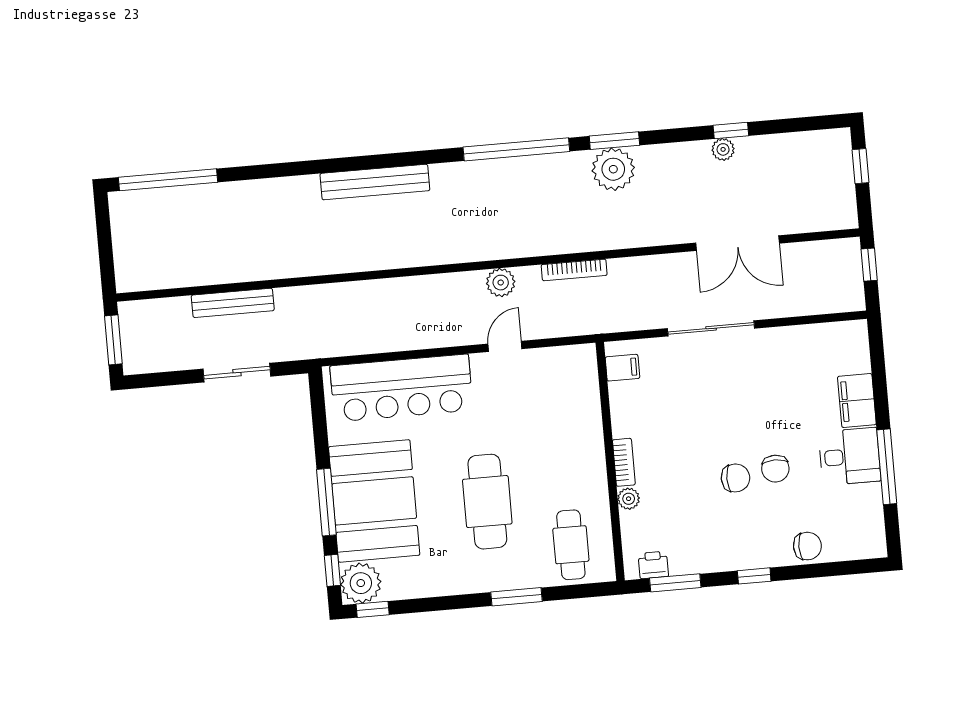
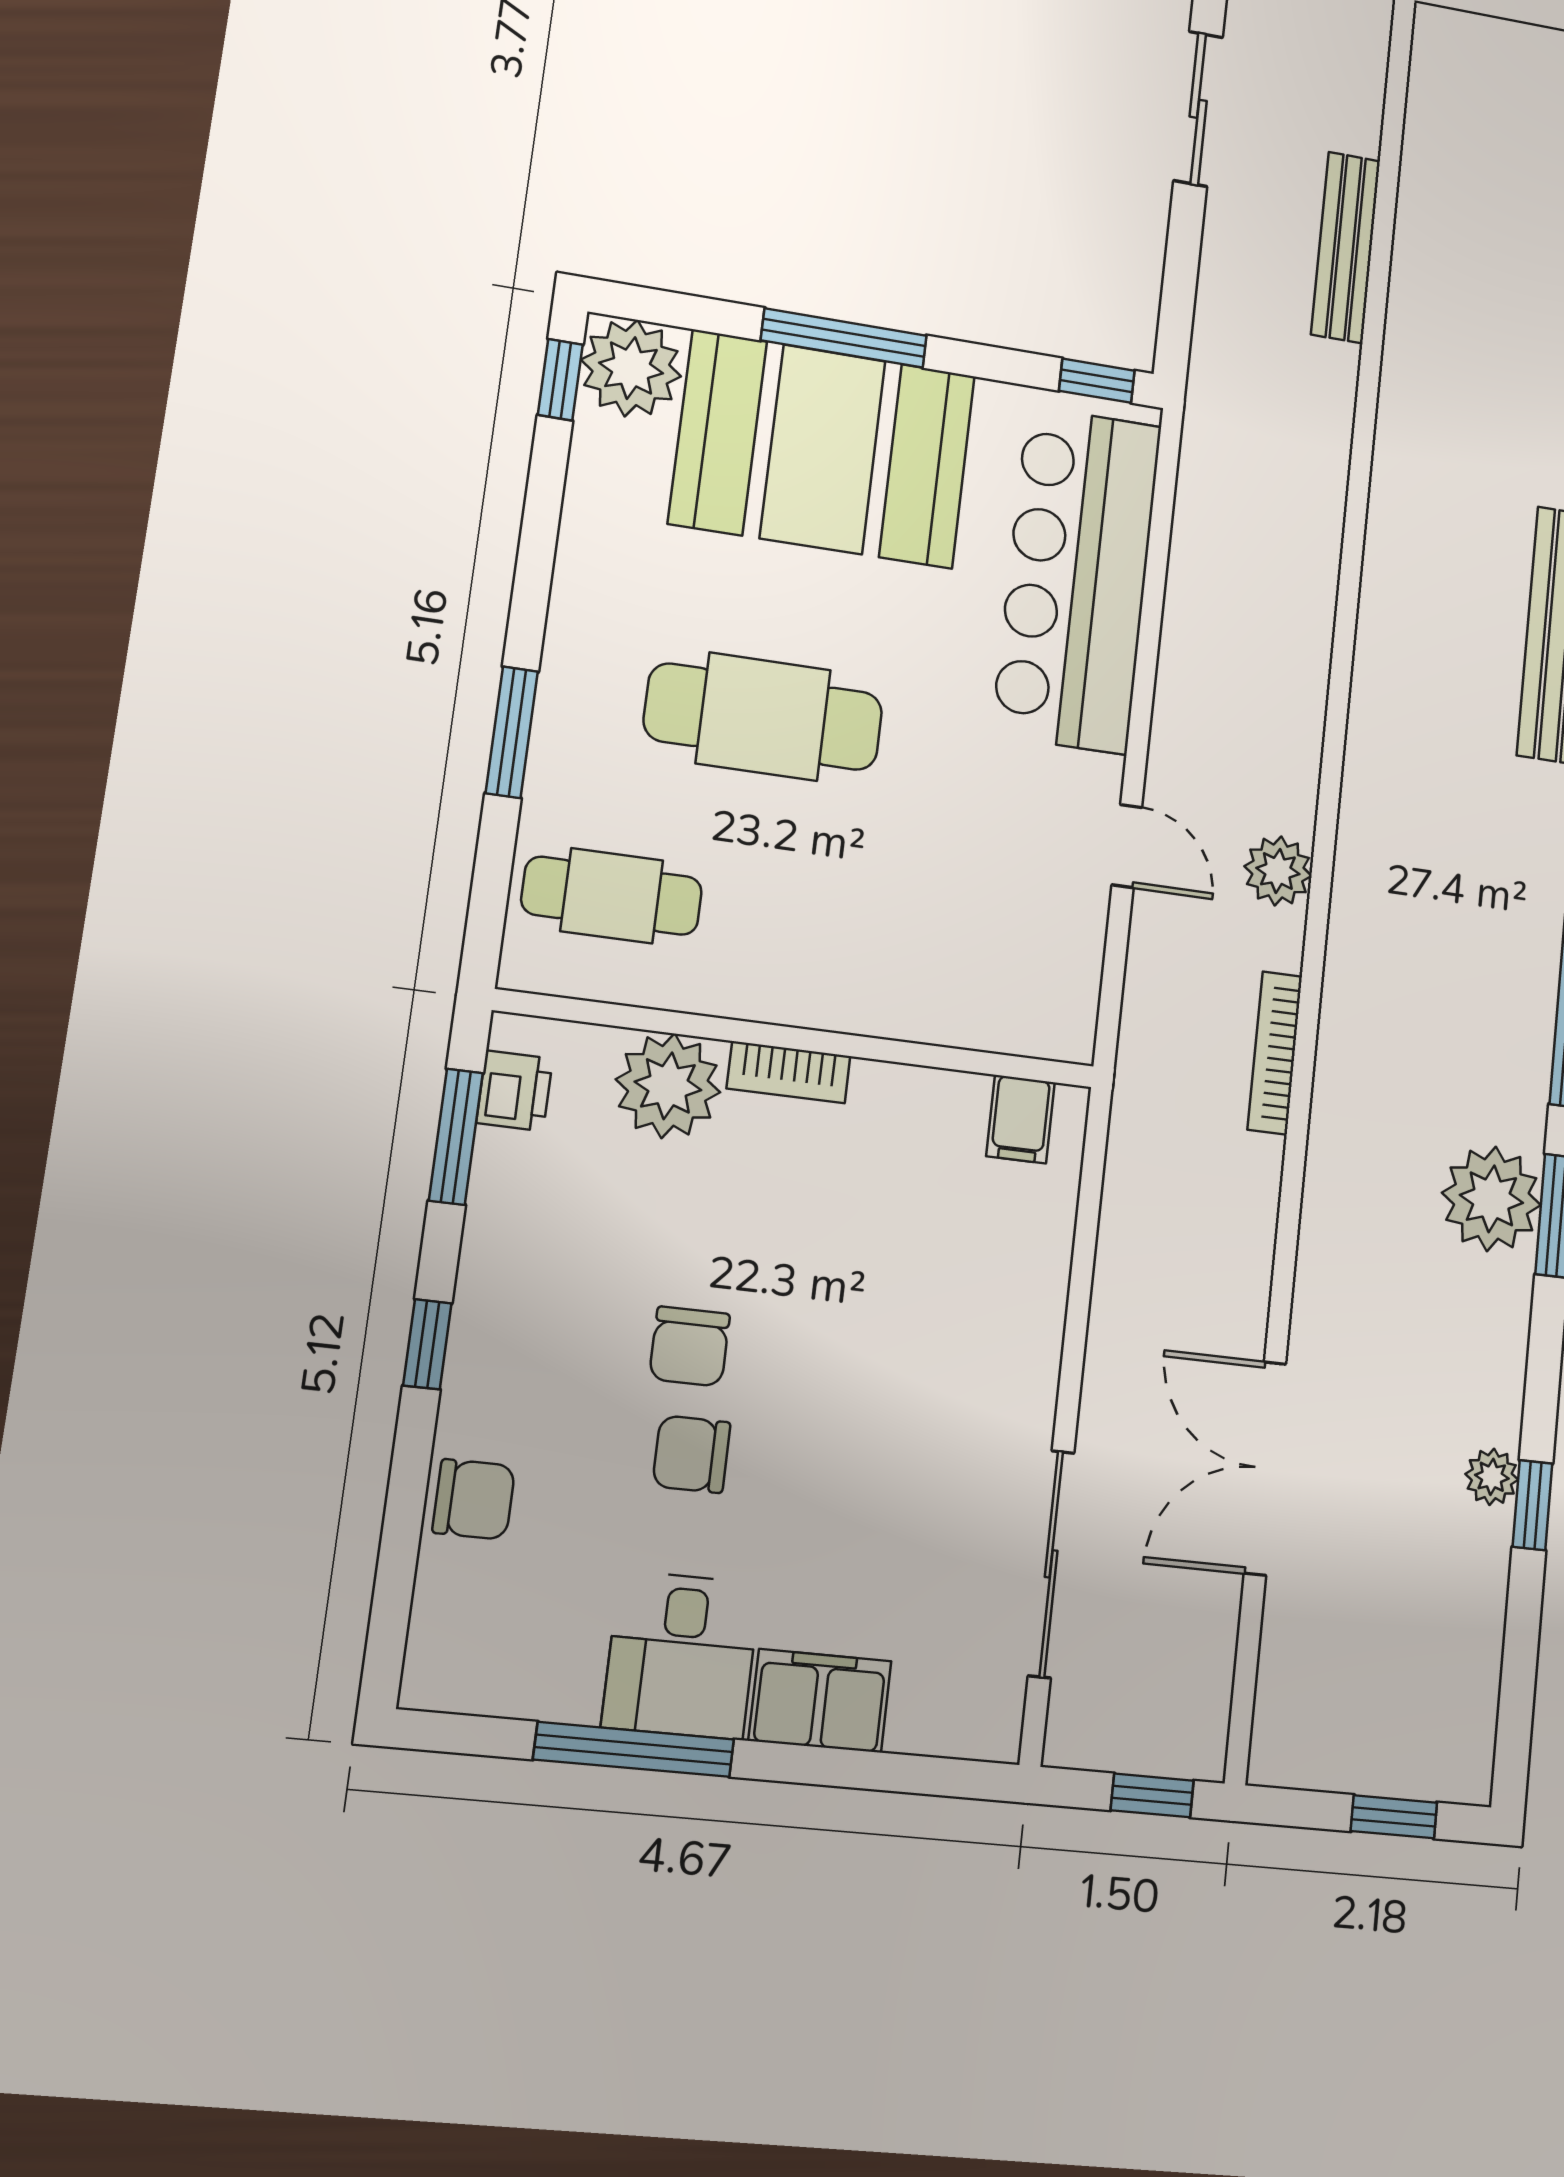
sliding door: (711, 328) -> (1051, 1564), moved
sliding door: (237, 373) -> (1198, 109), moved
plant: (629, 499) -> (668, 1086), width x1.88, depth x1.88
chair: (807, 546) -> (474, 1499), turned -90
window: (332, 570) -> (1097, 381), moved

